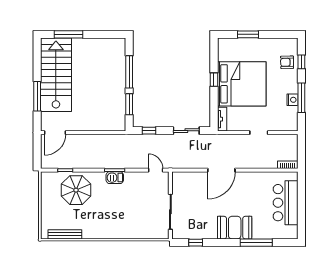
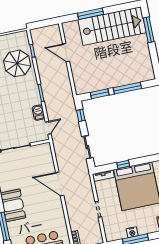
window: (214, 80) -> (123, 164), moved
door: (55, 133) -> (66, 53), moved
barbecue: (115, 178) -> (38, 113), moved

